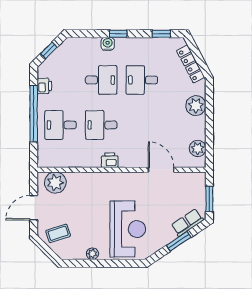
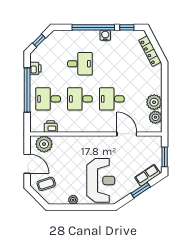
window: (118, 34) -> (93, 27), width x3.17
water cooler: (108, 44) -> (105, 35), moved
desk: (142, 80) -> (112, 99), moved
plant: (196, 106) -> (154, 102), moved
printer: (110, 160) -> (51, 127), moved
door: (34, 208) -> (27, 164), swing flipped

